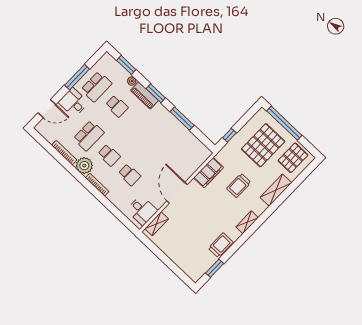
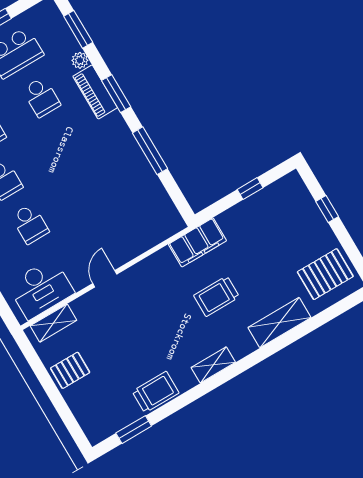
window: (284, 123) -> (327, 209), width x0.32
window: (229, 135) -> (250, 189), moved
pallet: (263, 145) -> (70, 370), moved, width x0.49, depth x0.50
filing cabinet: (209, 173) -> (197, 242), moved
door: (177, 193) -> (105, 279), width x0.53
desk: (142, 210) -> (41, 289), width x1.37

